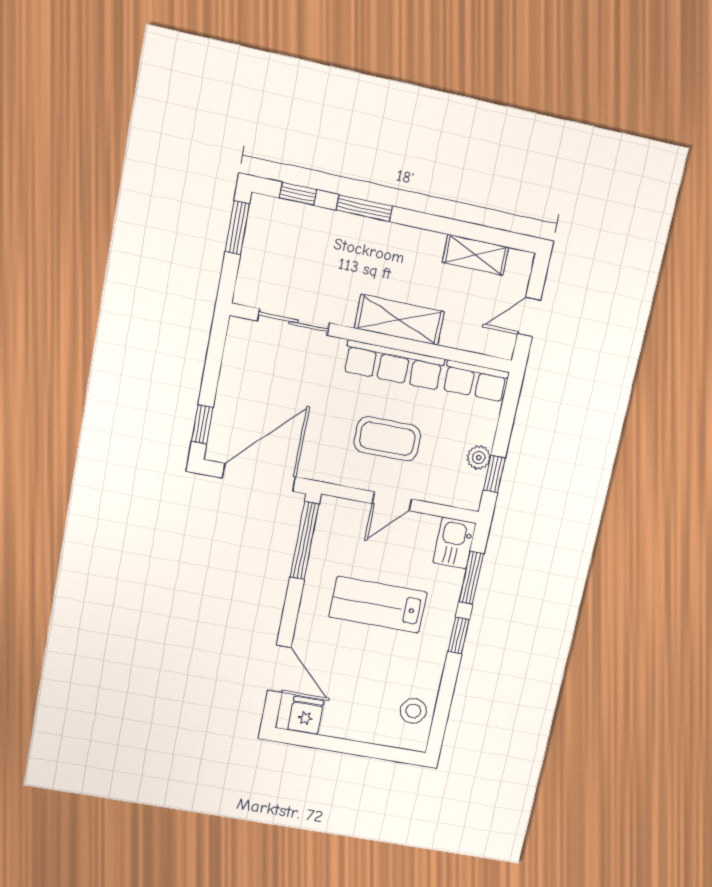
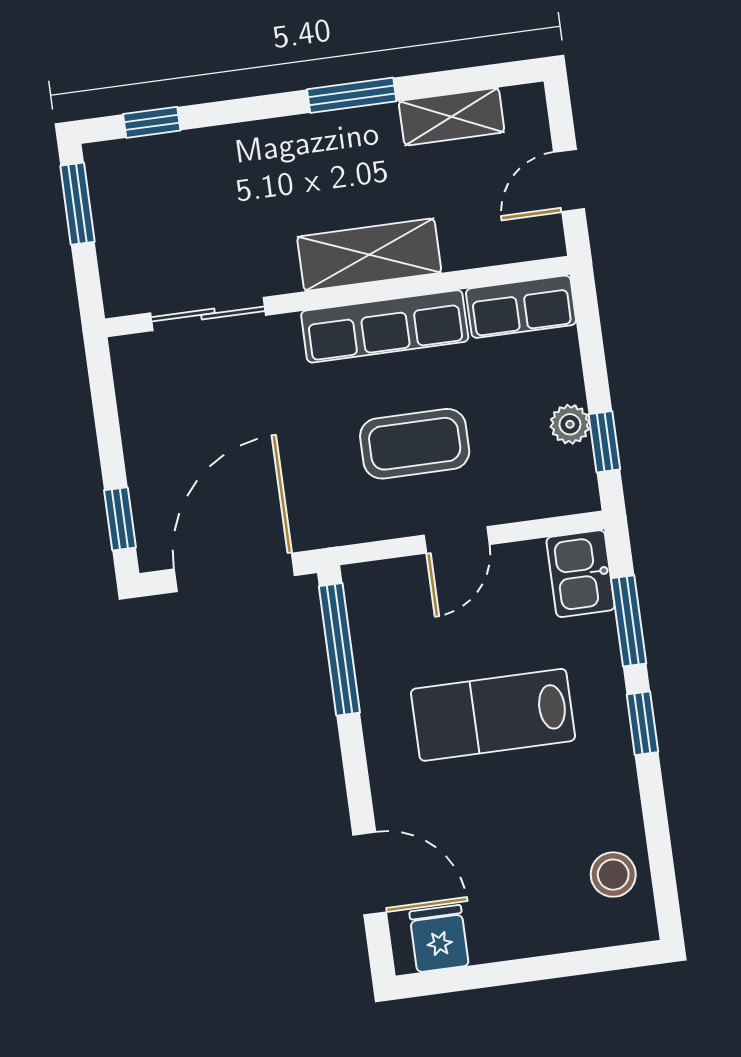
window: (364, 208) -> (352, 95), moved

